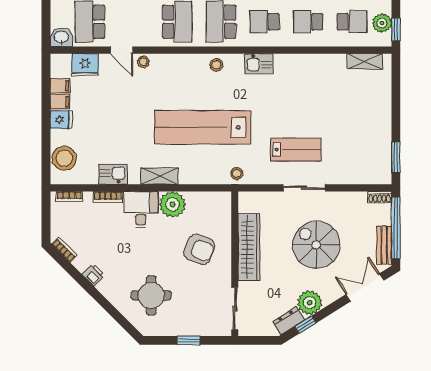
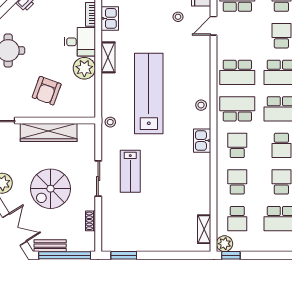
plant: (382, 23) -> (224, 244), moved
stool: (143, 62) -> (178, 17), moved
shoe rack: (380, 197) -> (90, 221), moved
spiral stairs: (316, 245) -> (51, 189), turned 180

